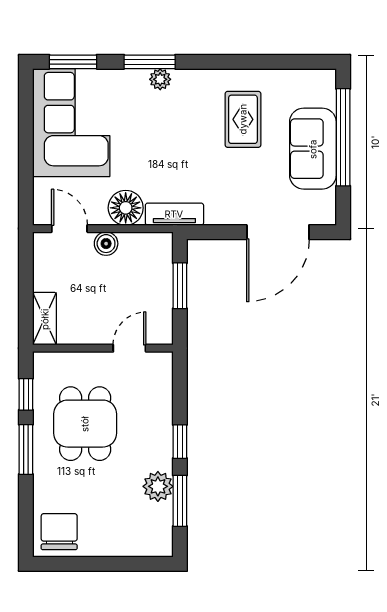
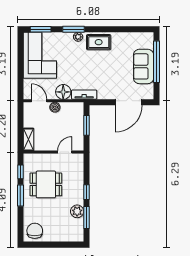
rug: (243, 119) -> (99, 42), moved, turned 90
dining table: (85, 424) -> (46, 184), turned 90

